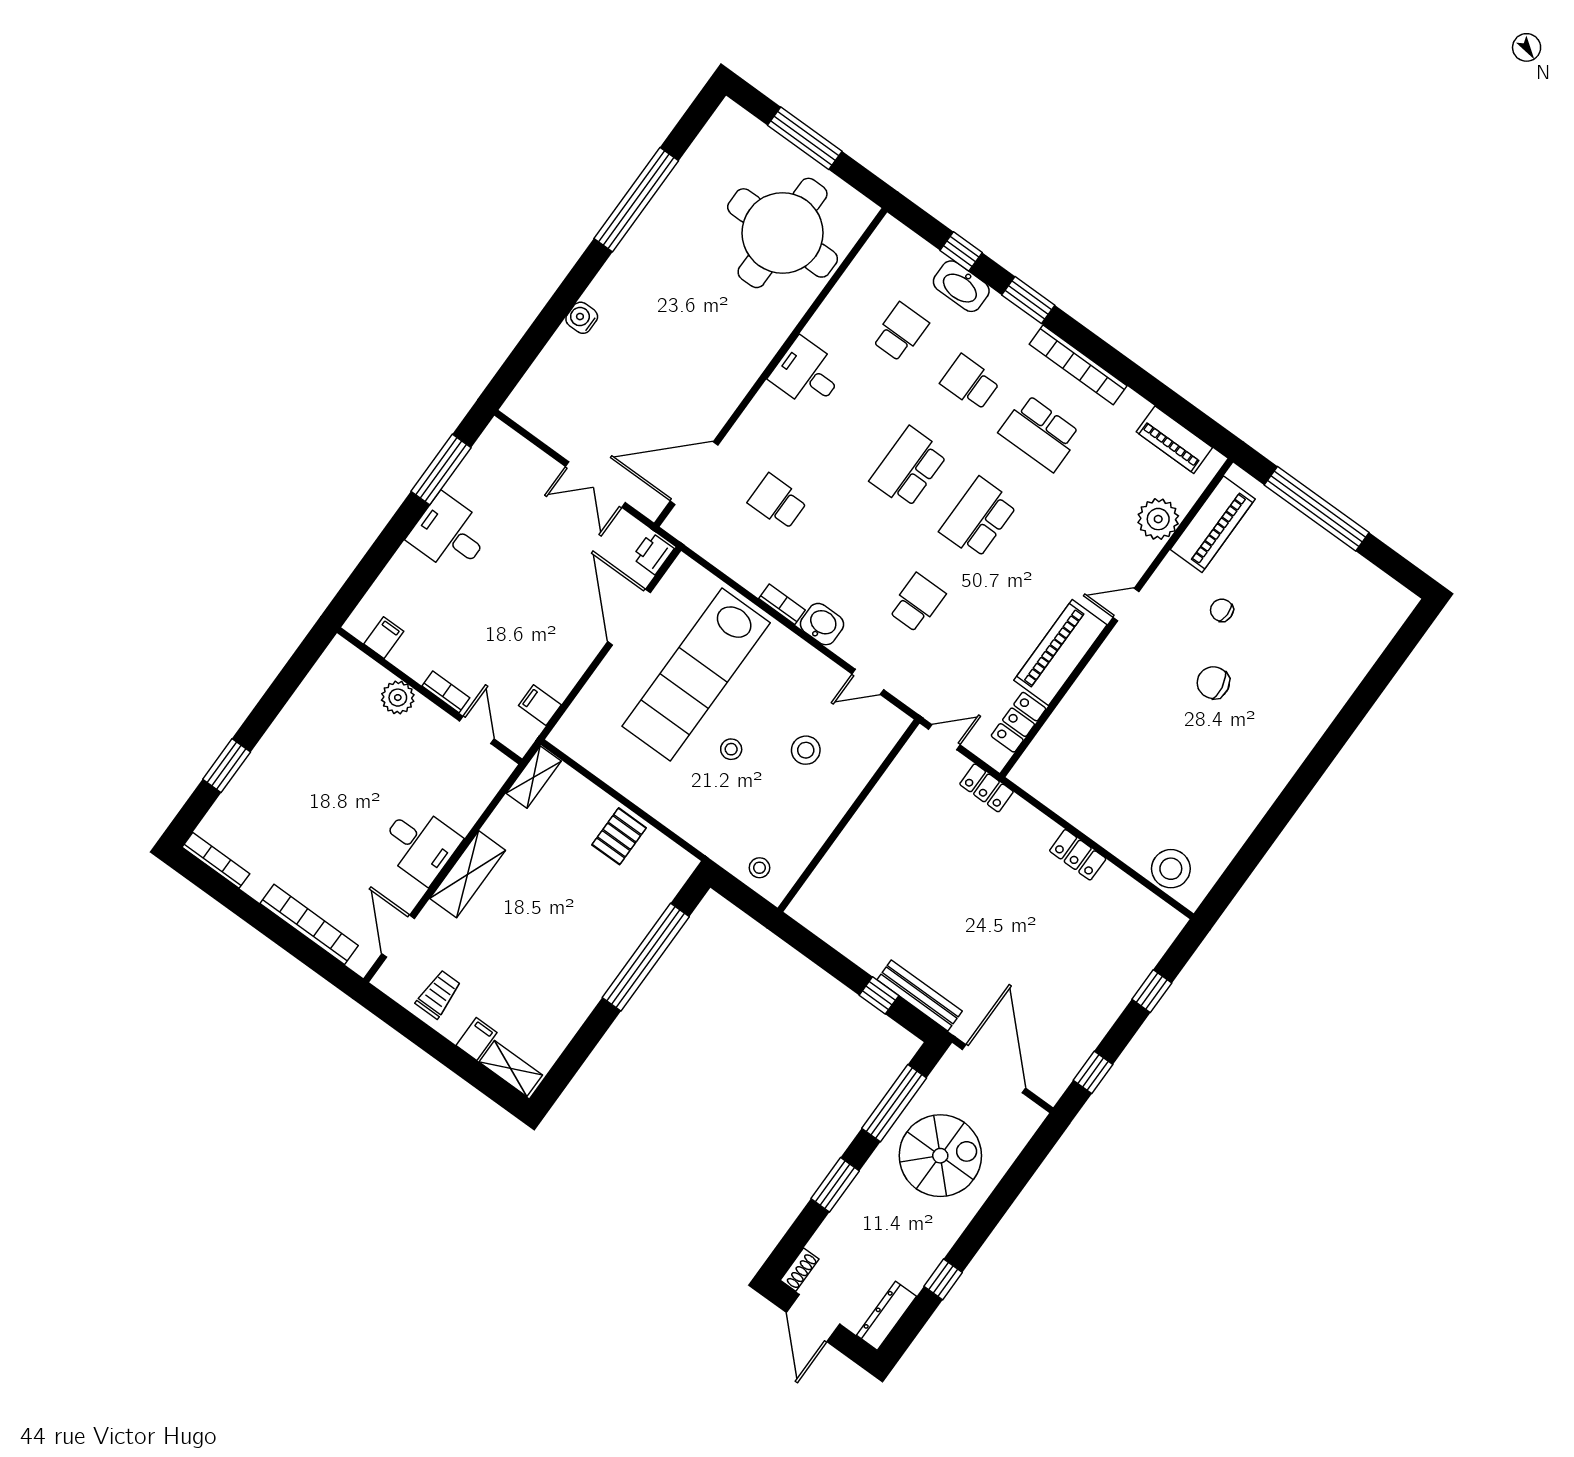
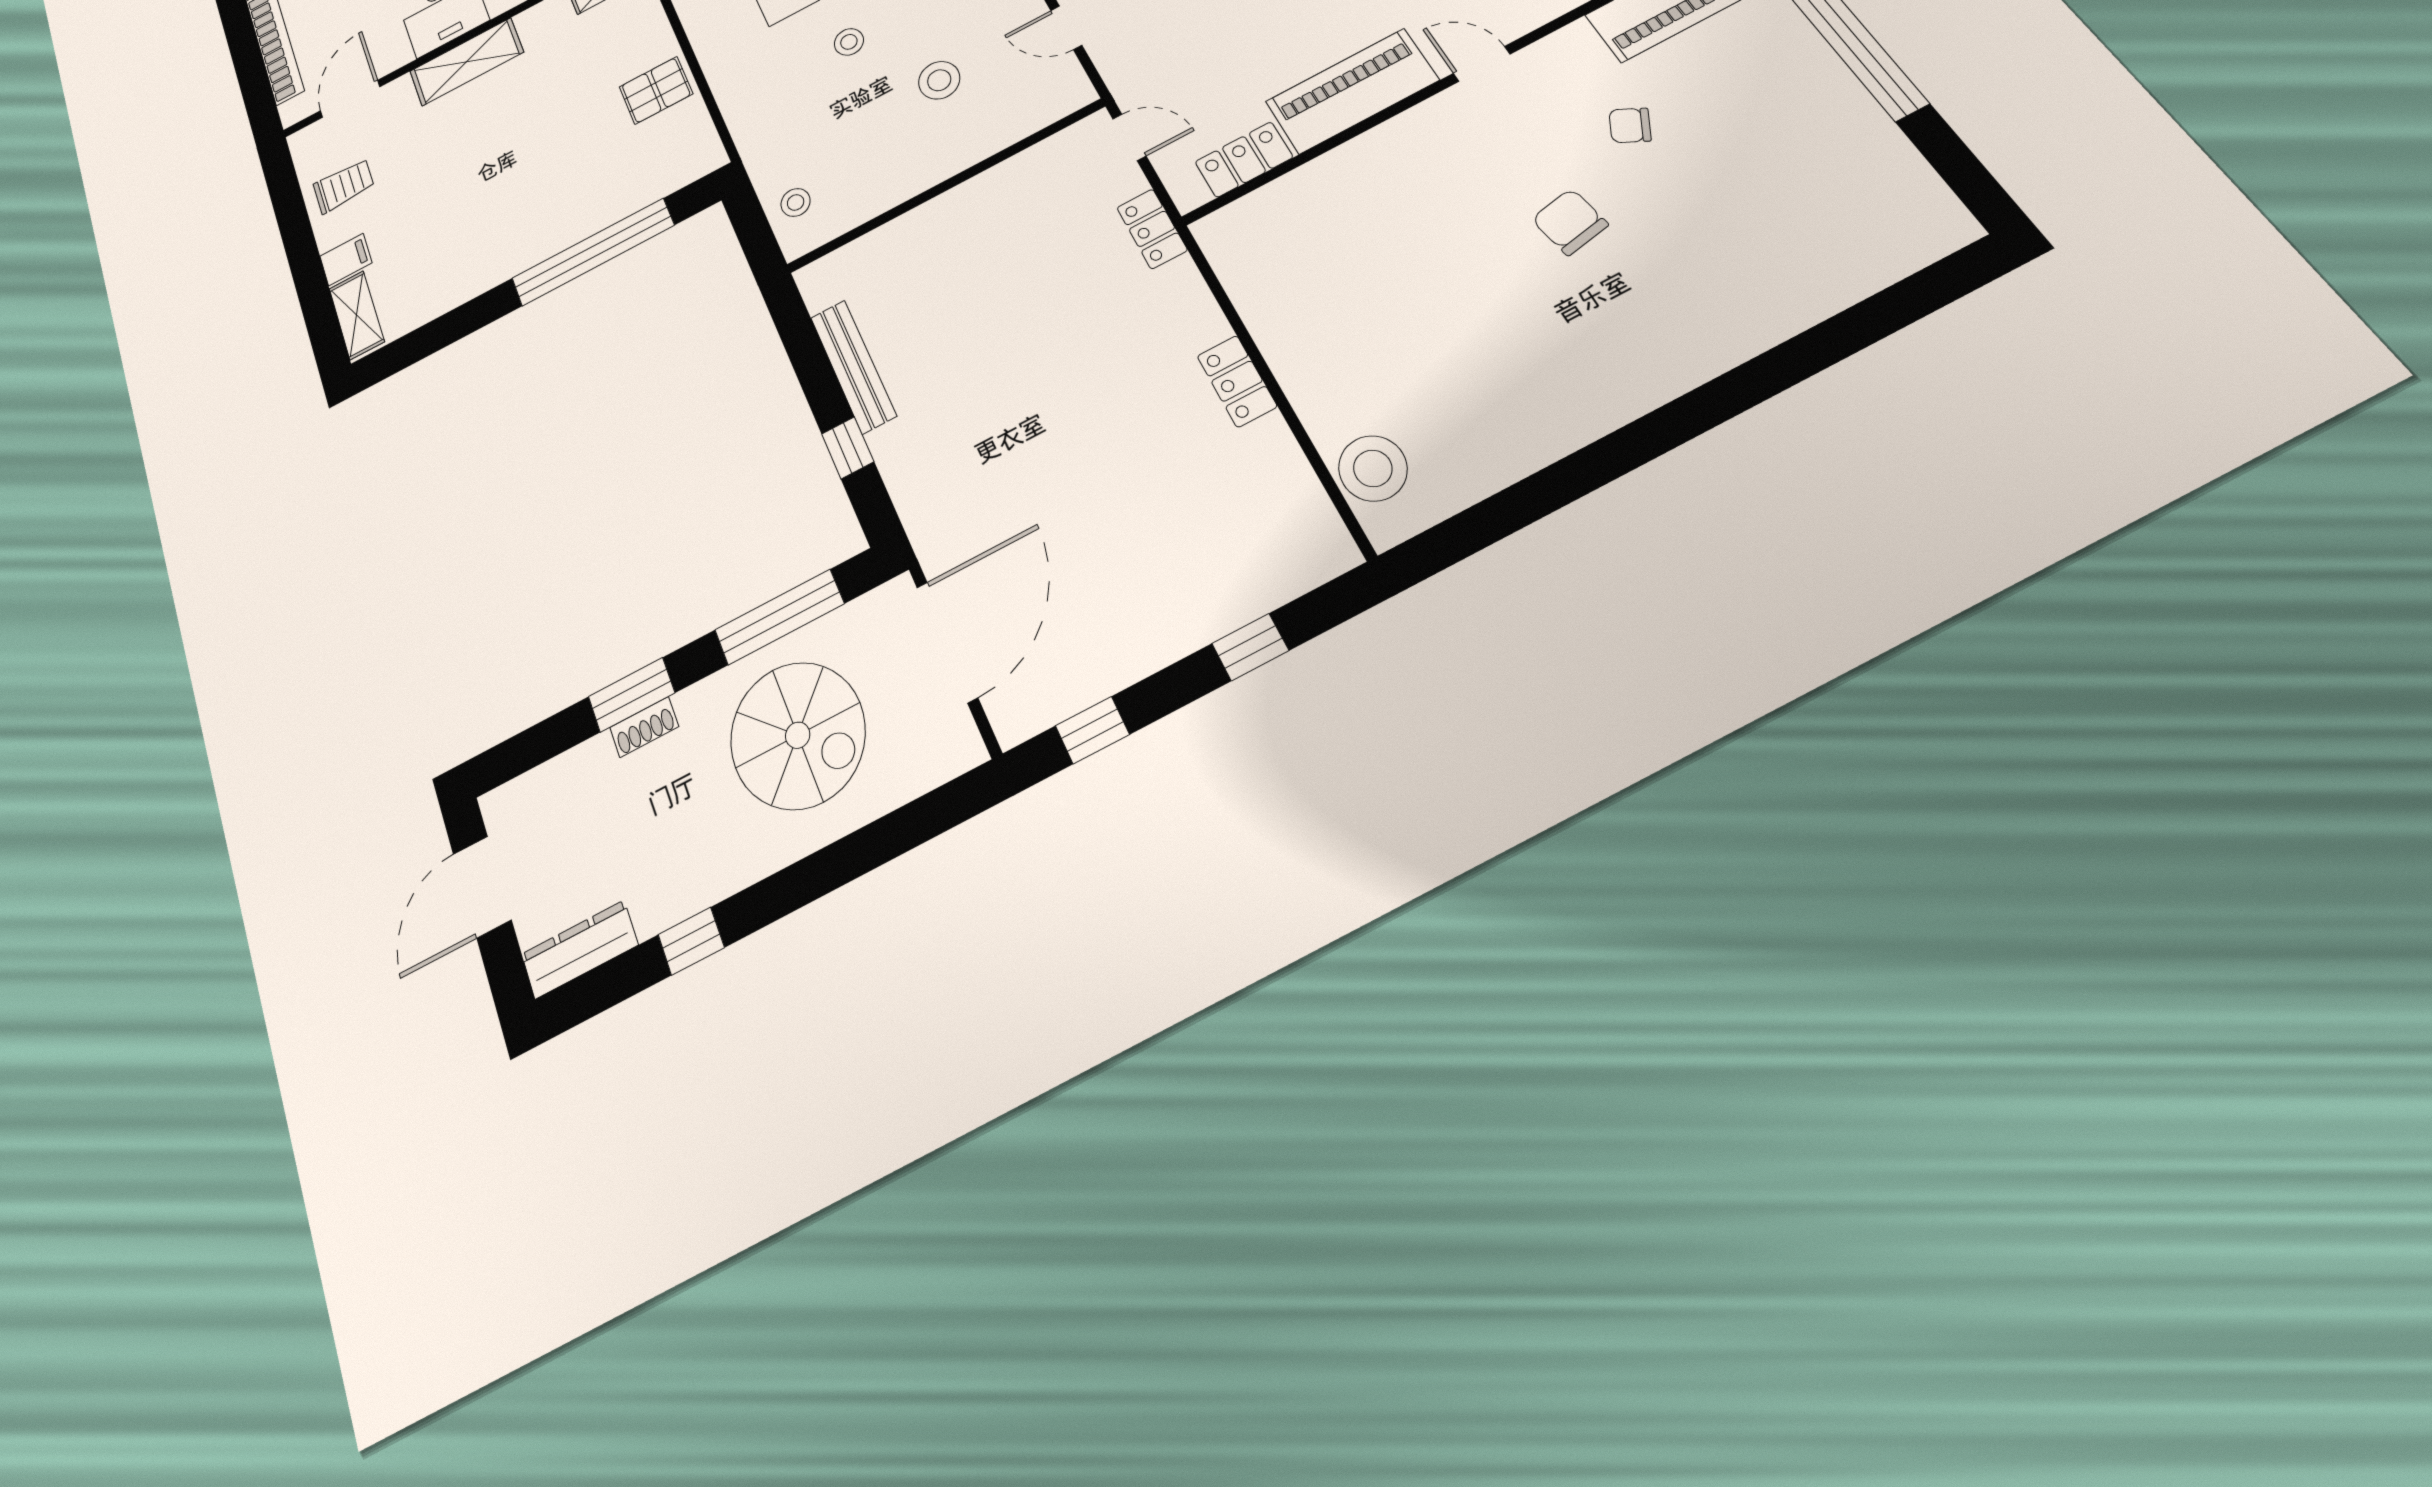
chair: (1222, 610) -> (1630, 125), turned -62
bench: (920, 995) -> (853, 366), moved
shoe rack: (800, 1270) -> (644, 727), moved

